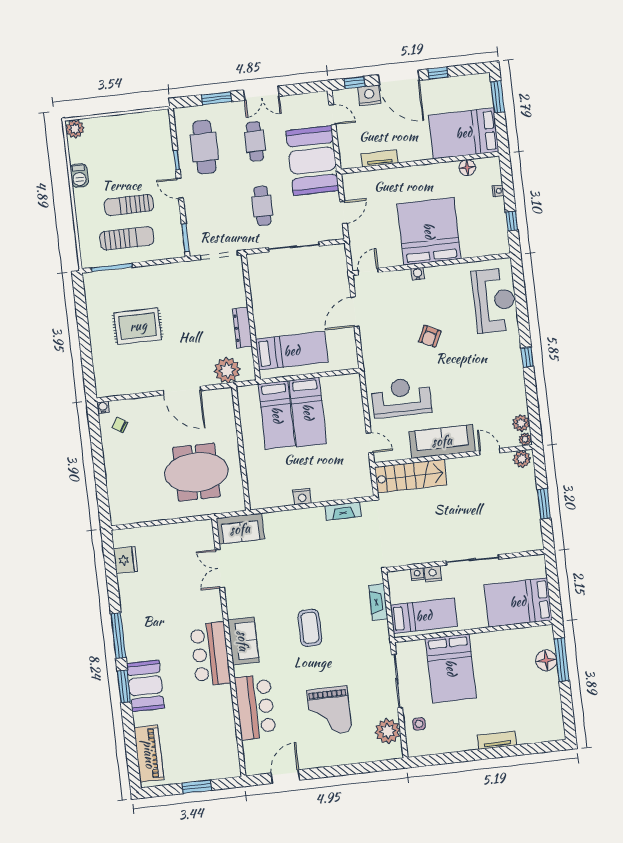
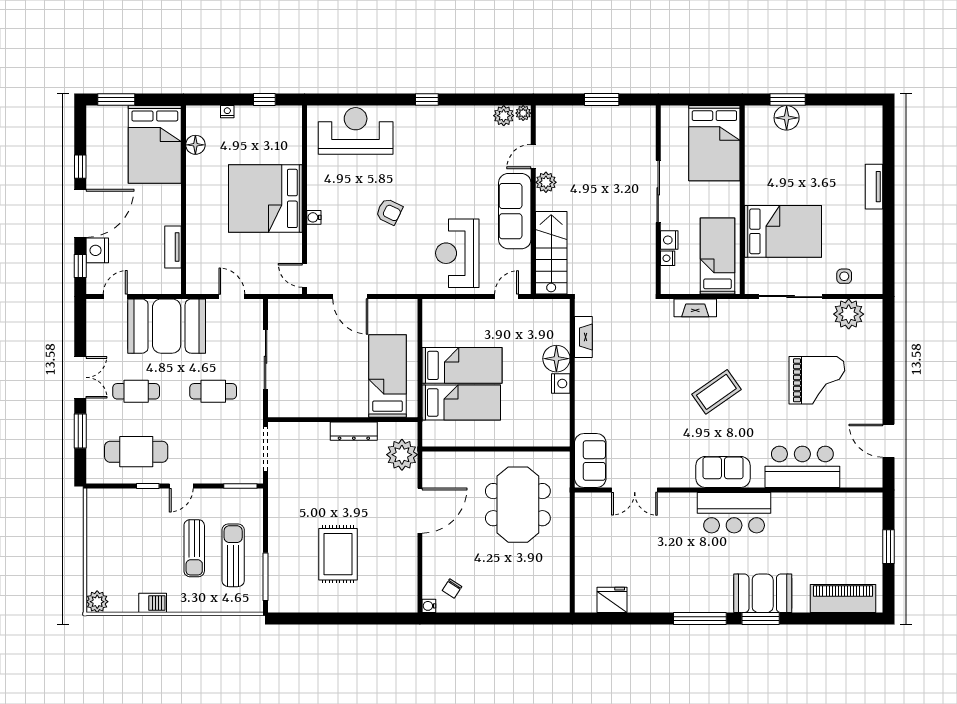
plant: (522, 459) -> (546, 182), moved
floor lamp: (322, 491) -> (556, 359), added
coffee table: (310, 628) -> (716, 392), turned -35
window: (562, 660) -> (788, 100), width x0.69

